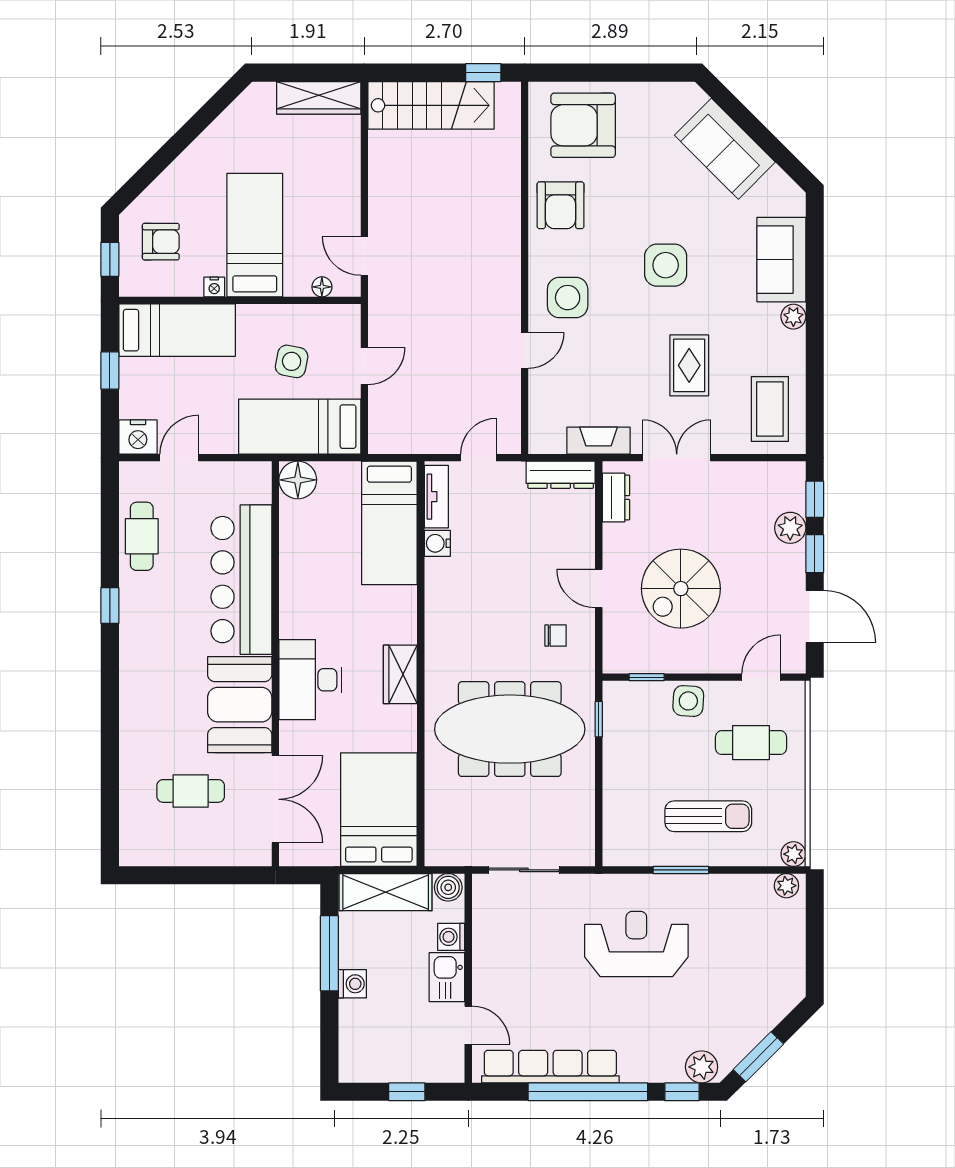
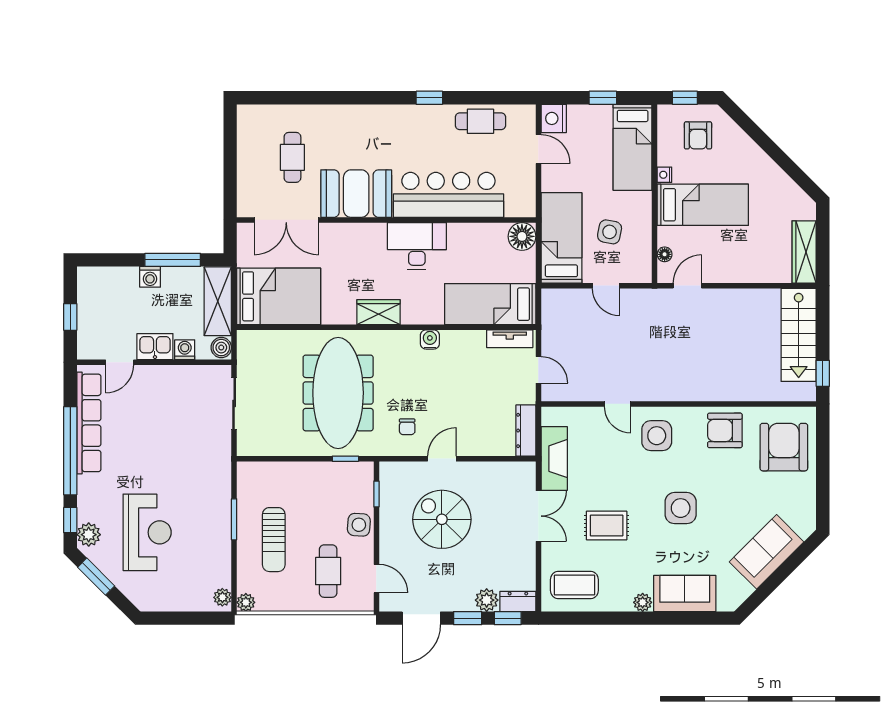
fireplace: (599, 441) -> (554, 459), width x1.37, depth x1.32
dresser: (616, 498) -> (518, 601), moved, turned 180
water cooler: (437, 543) -> (430, 339), moved
desk: (310, 680) -> (417, 246), moved
reception desk: (636, 944) -> (147, 532), moved

